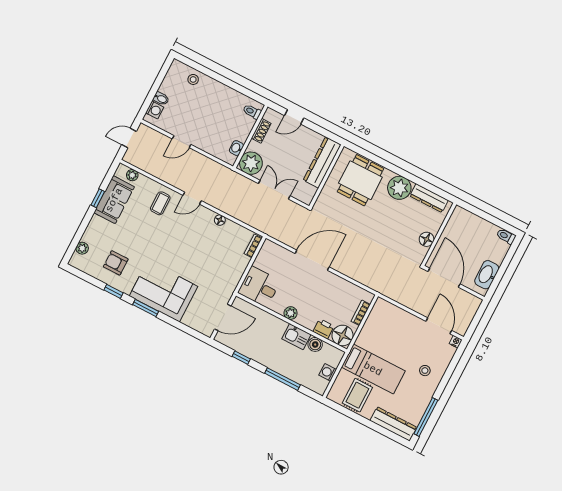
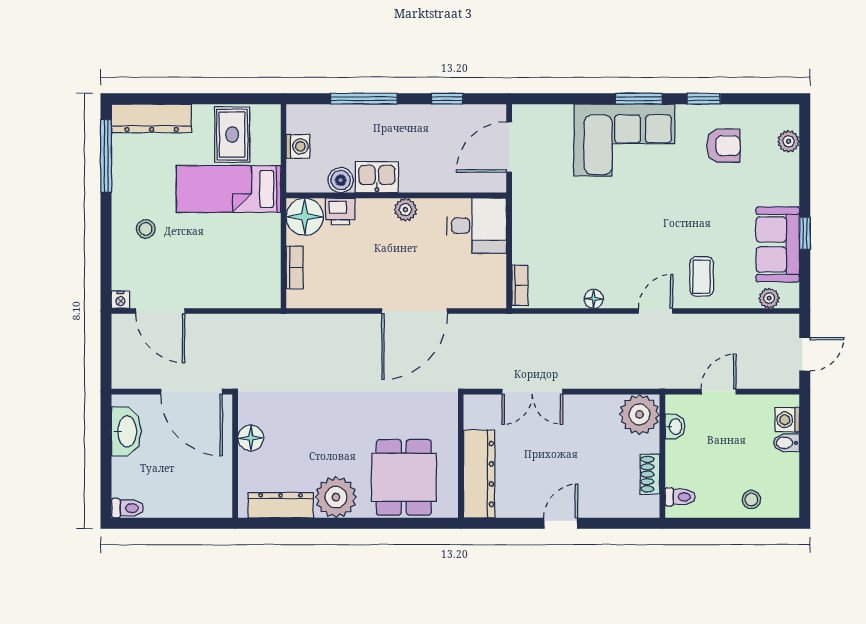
toilet: (252, 112) -> (680, 497), moved
shoe rack: (261, 131) -> (650, 474), moved
wall: (250, 137) -> (662, 456), moved
washbasin: (236, 148) -> (675, 426), moved
plant: (251, 163) -> (640, 414), moved

